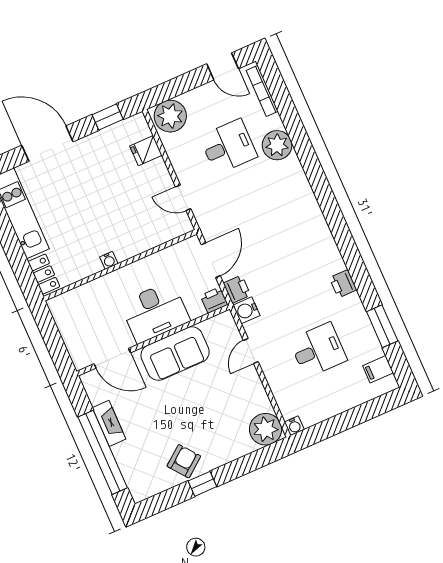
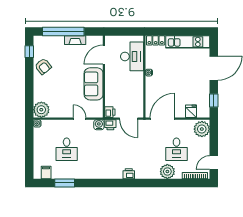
door: (183, 198) -> (162, 119), width x1.88
printer: (343, 284) -> (129, 174), moved
desk: (155, 312) -> (132, 56), moved, turned 180
window: (202, 484) -> (29, 52), moved

